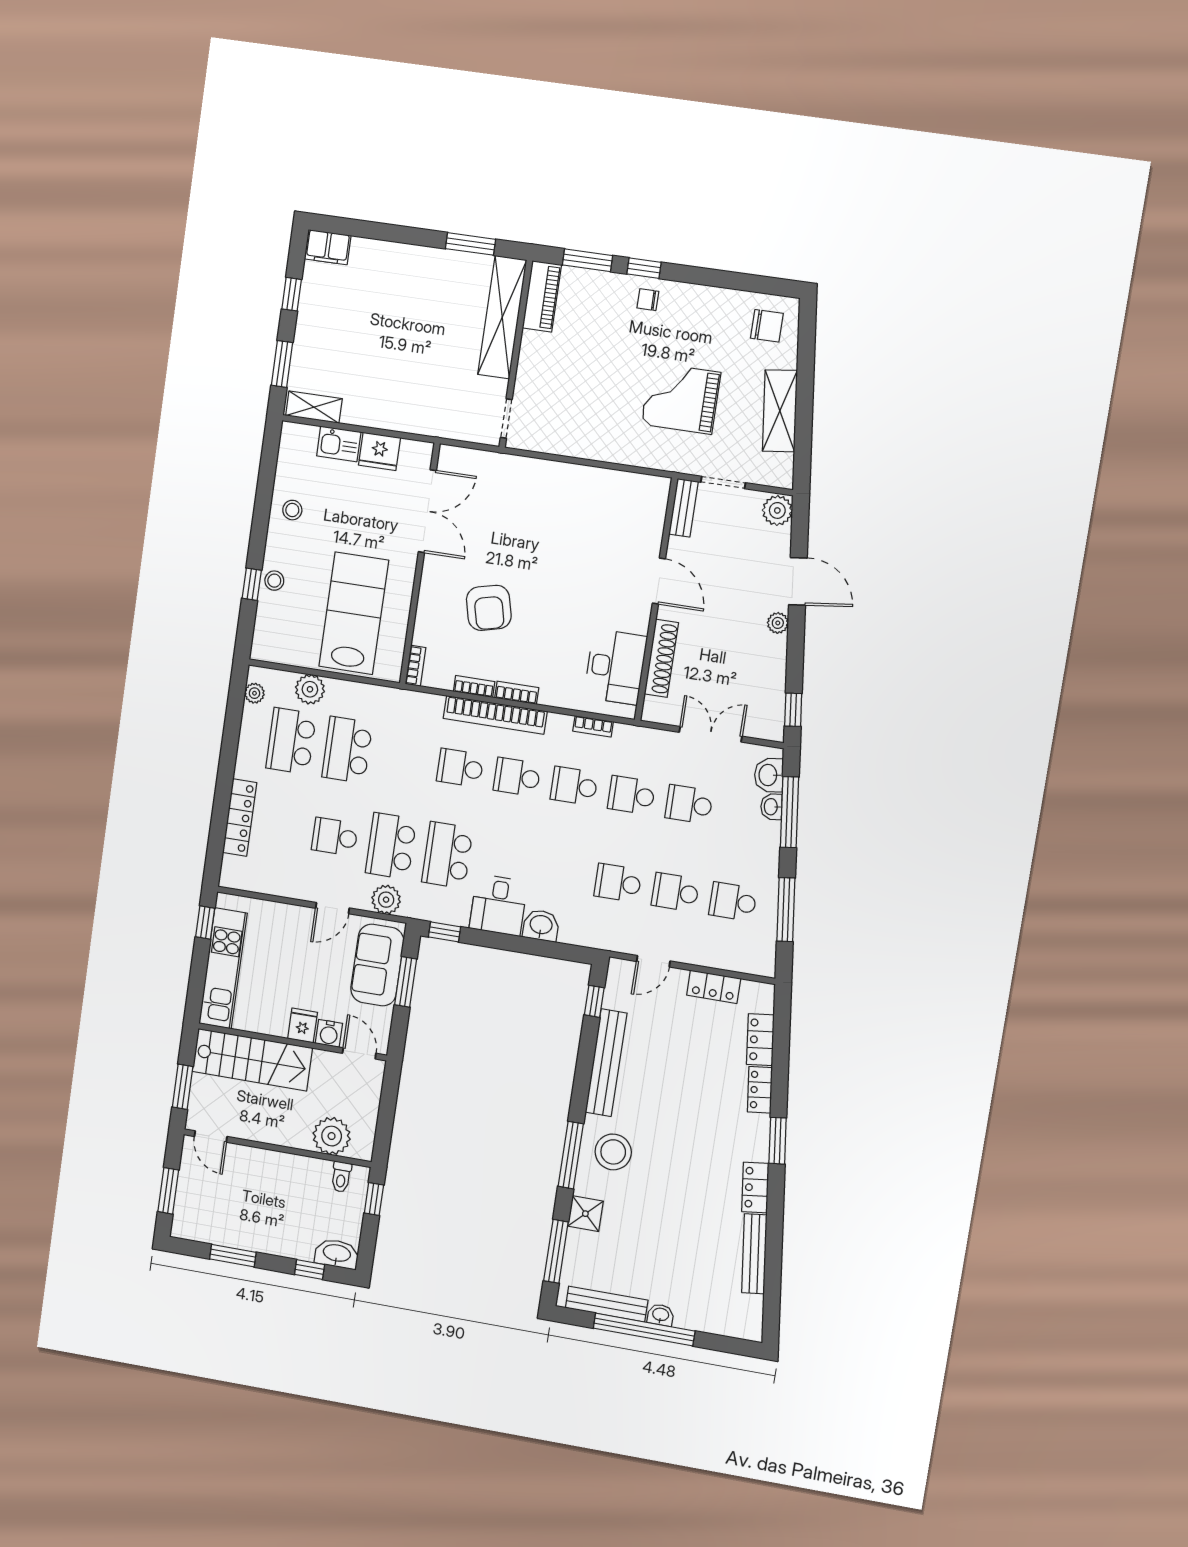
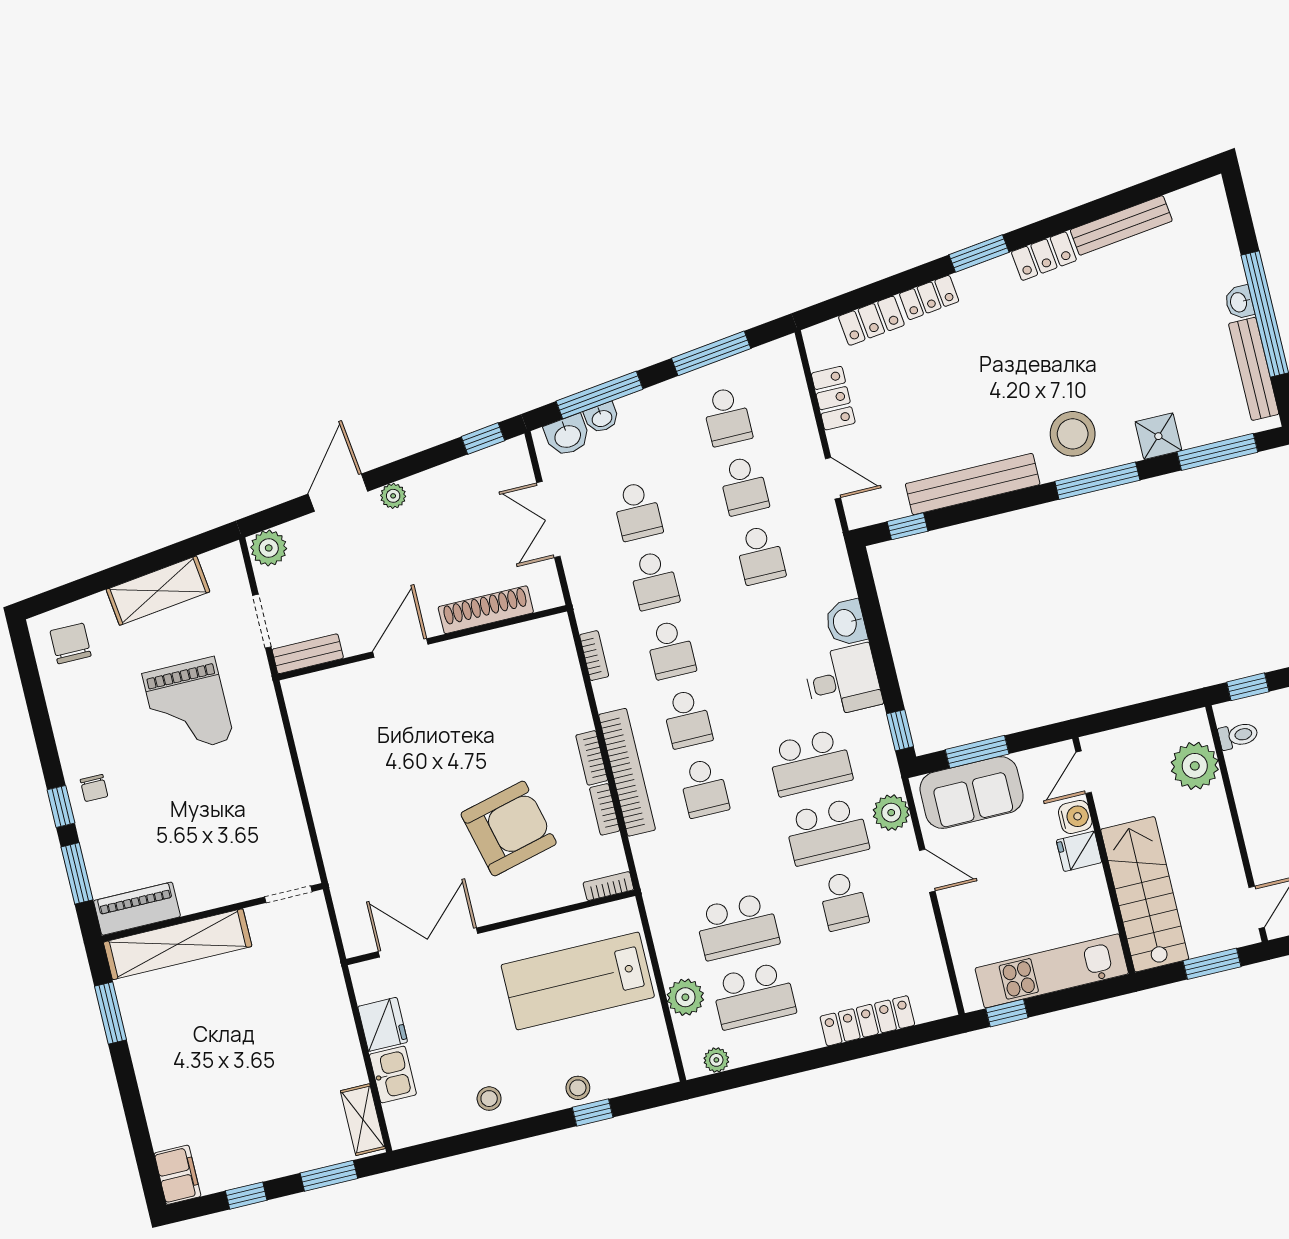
armchair: (489, 608) -> (509, 828), width x1.36, depth x1.36
desk: (615, 667) -> (517, 658), removed

